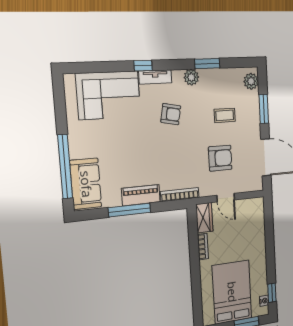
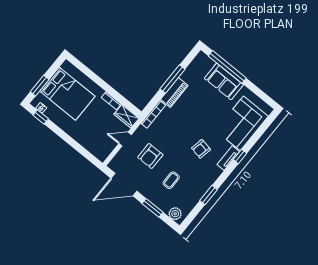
plant: (191, 77) -> (210, 179), removed
sofa: (86, 184) -> (224, 82), moved

